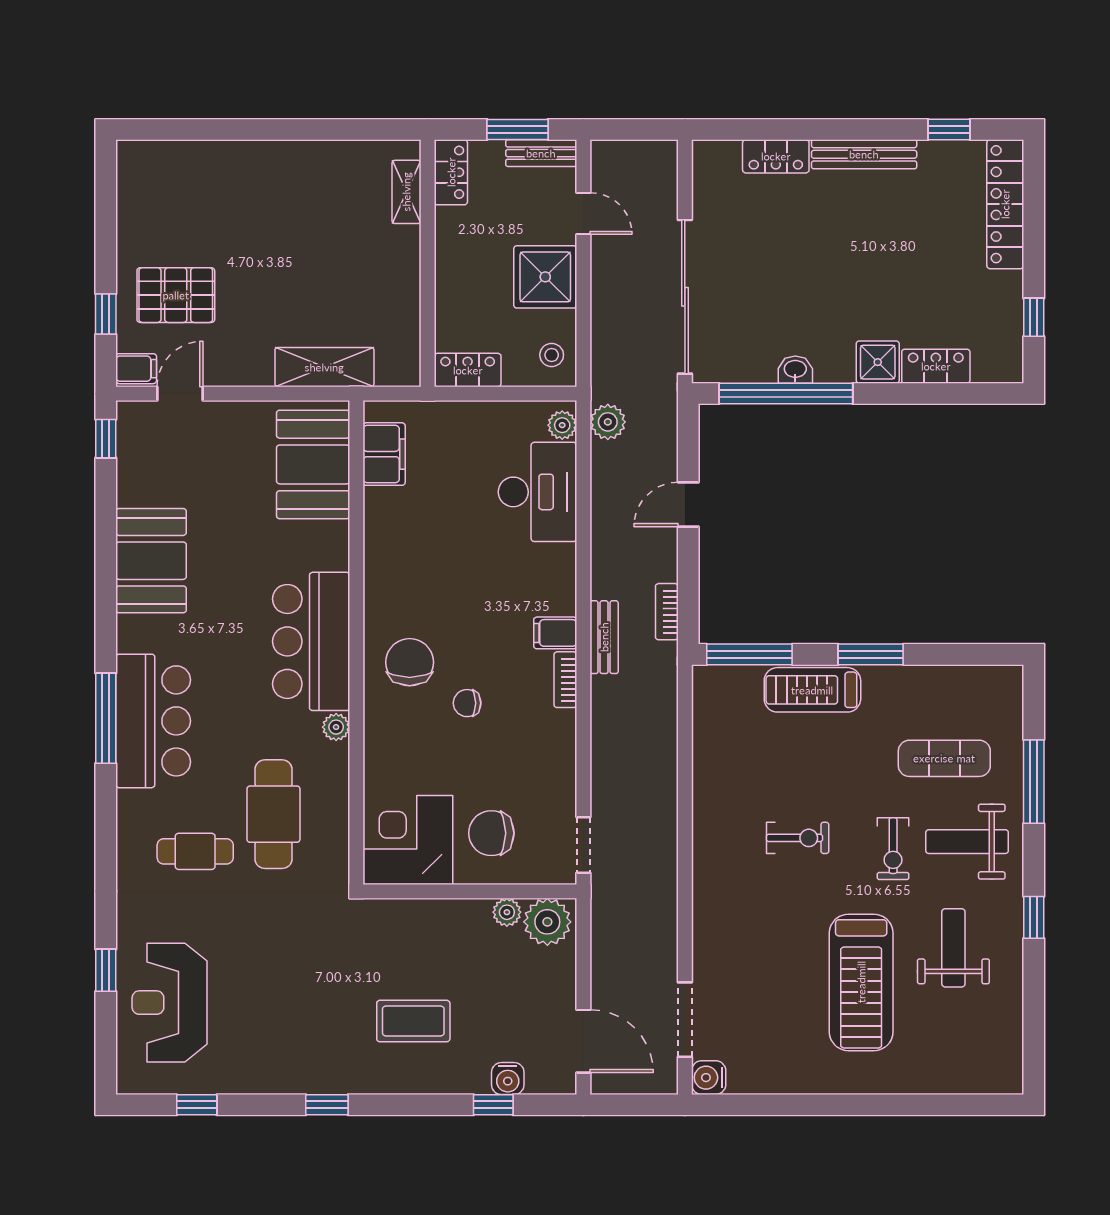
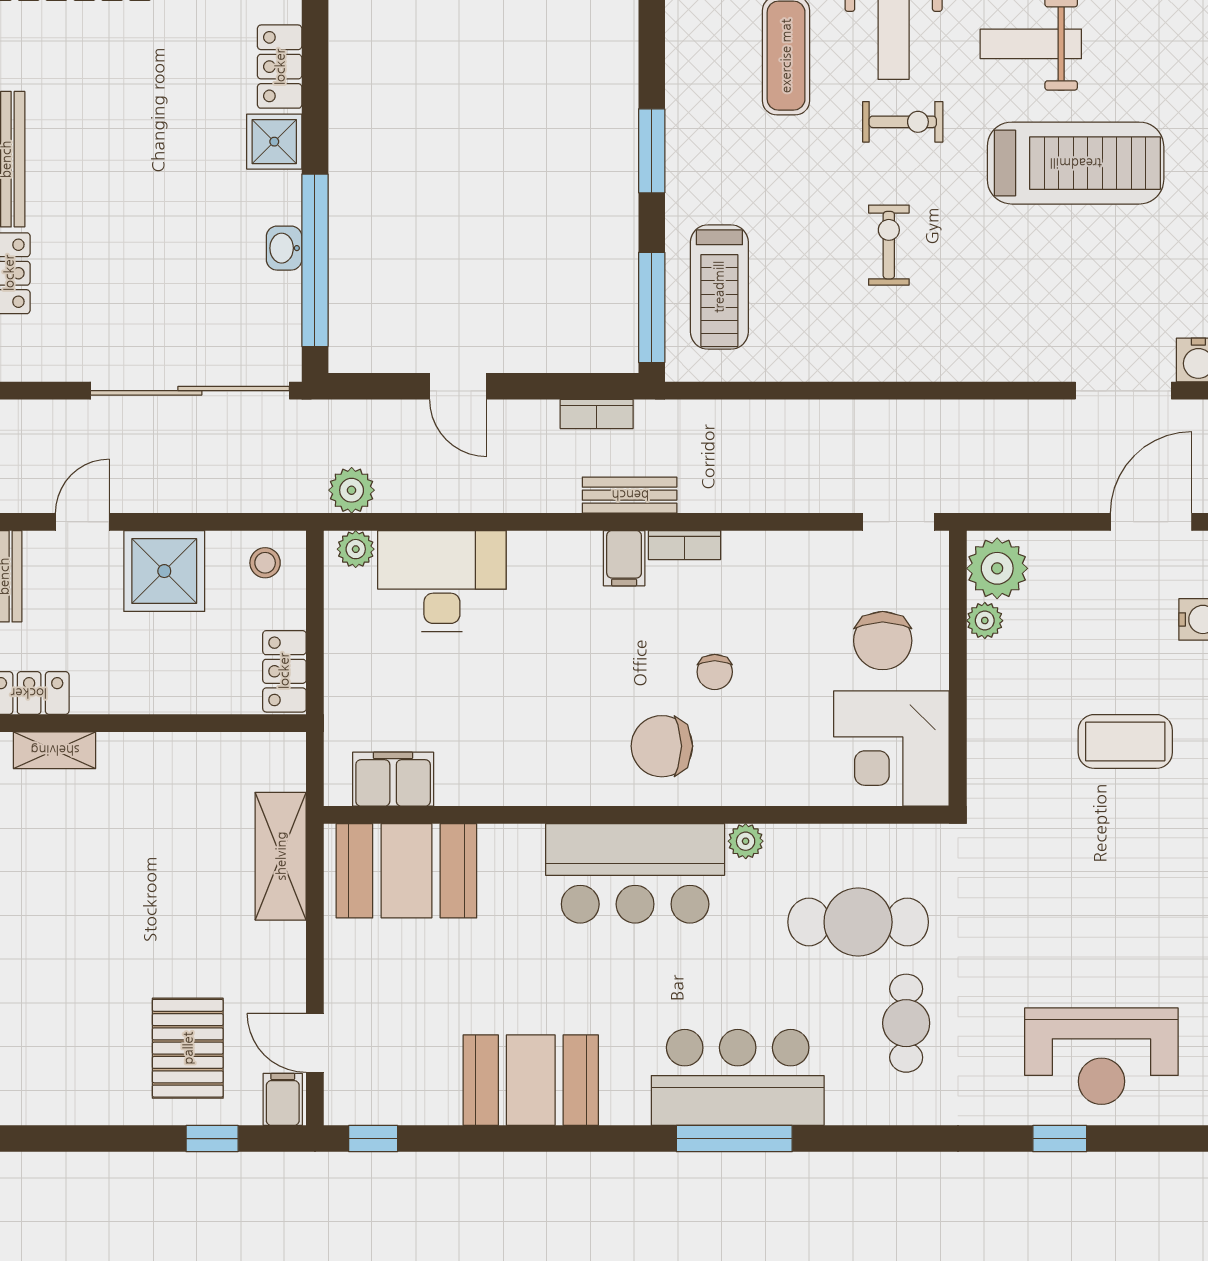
treadmill: (812, 690) -> (719, 287), moved
coffee table: (413, 1021) -> (1125, 741), turned 90

